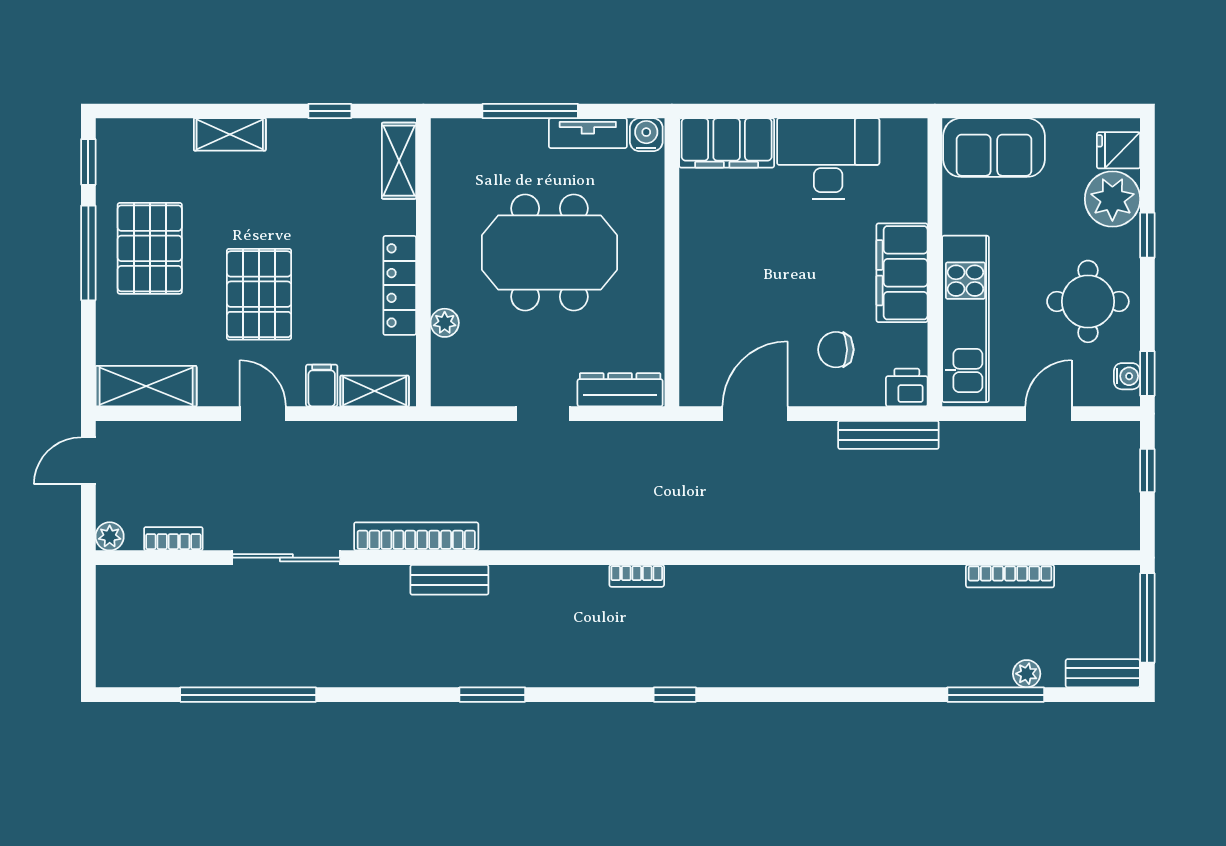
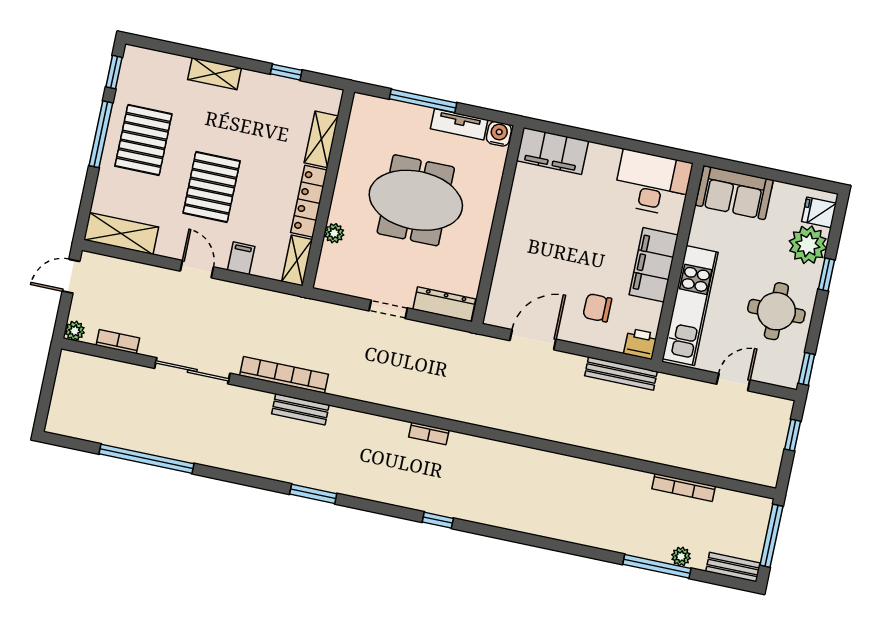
desk: (828, 158) -> (653, 183), moved
shelving: (399, 161) -> (321, 139), moved
water cooler: (1127, 376) -> (792, 368), removed
shelving: (375, 391) -> (297, 260), moved, turned 90

